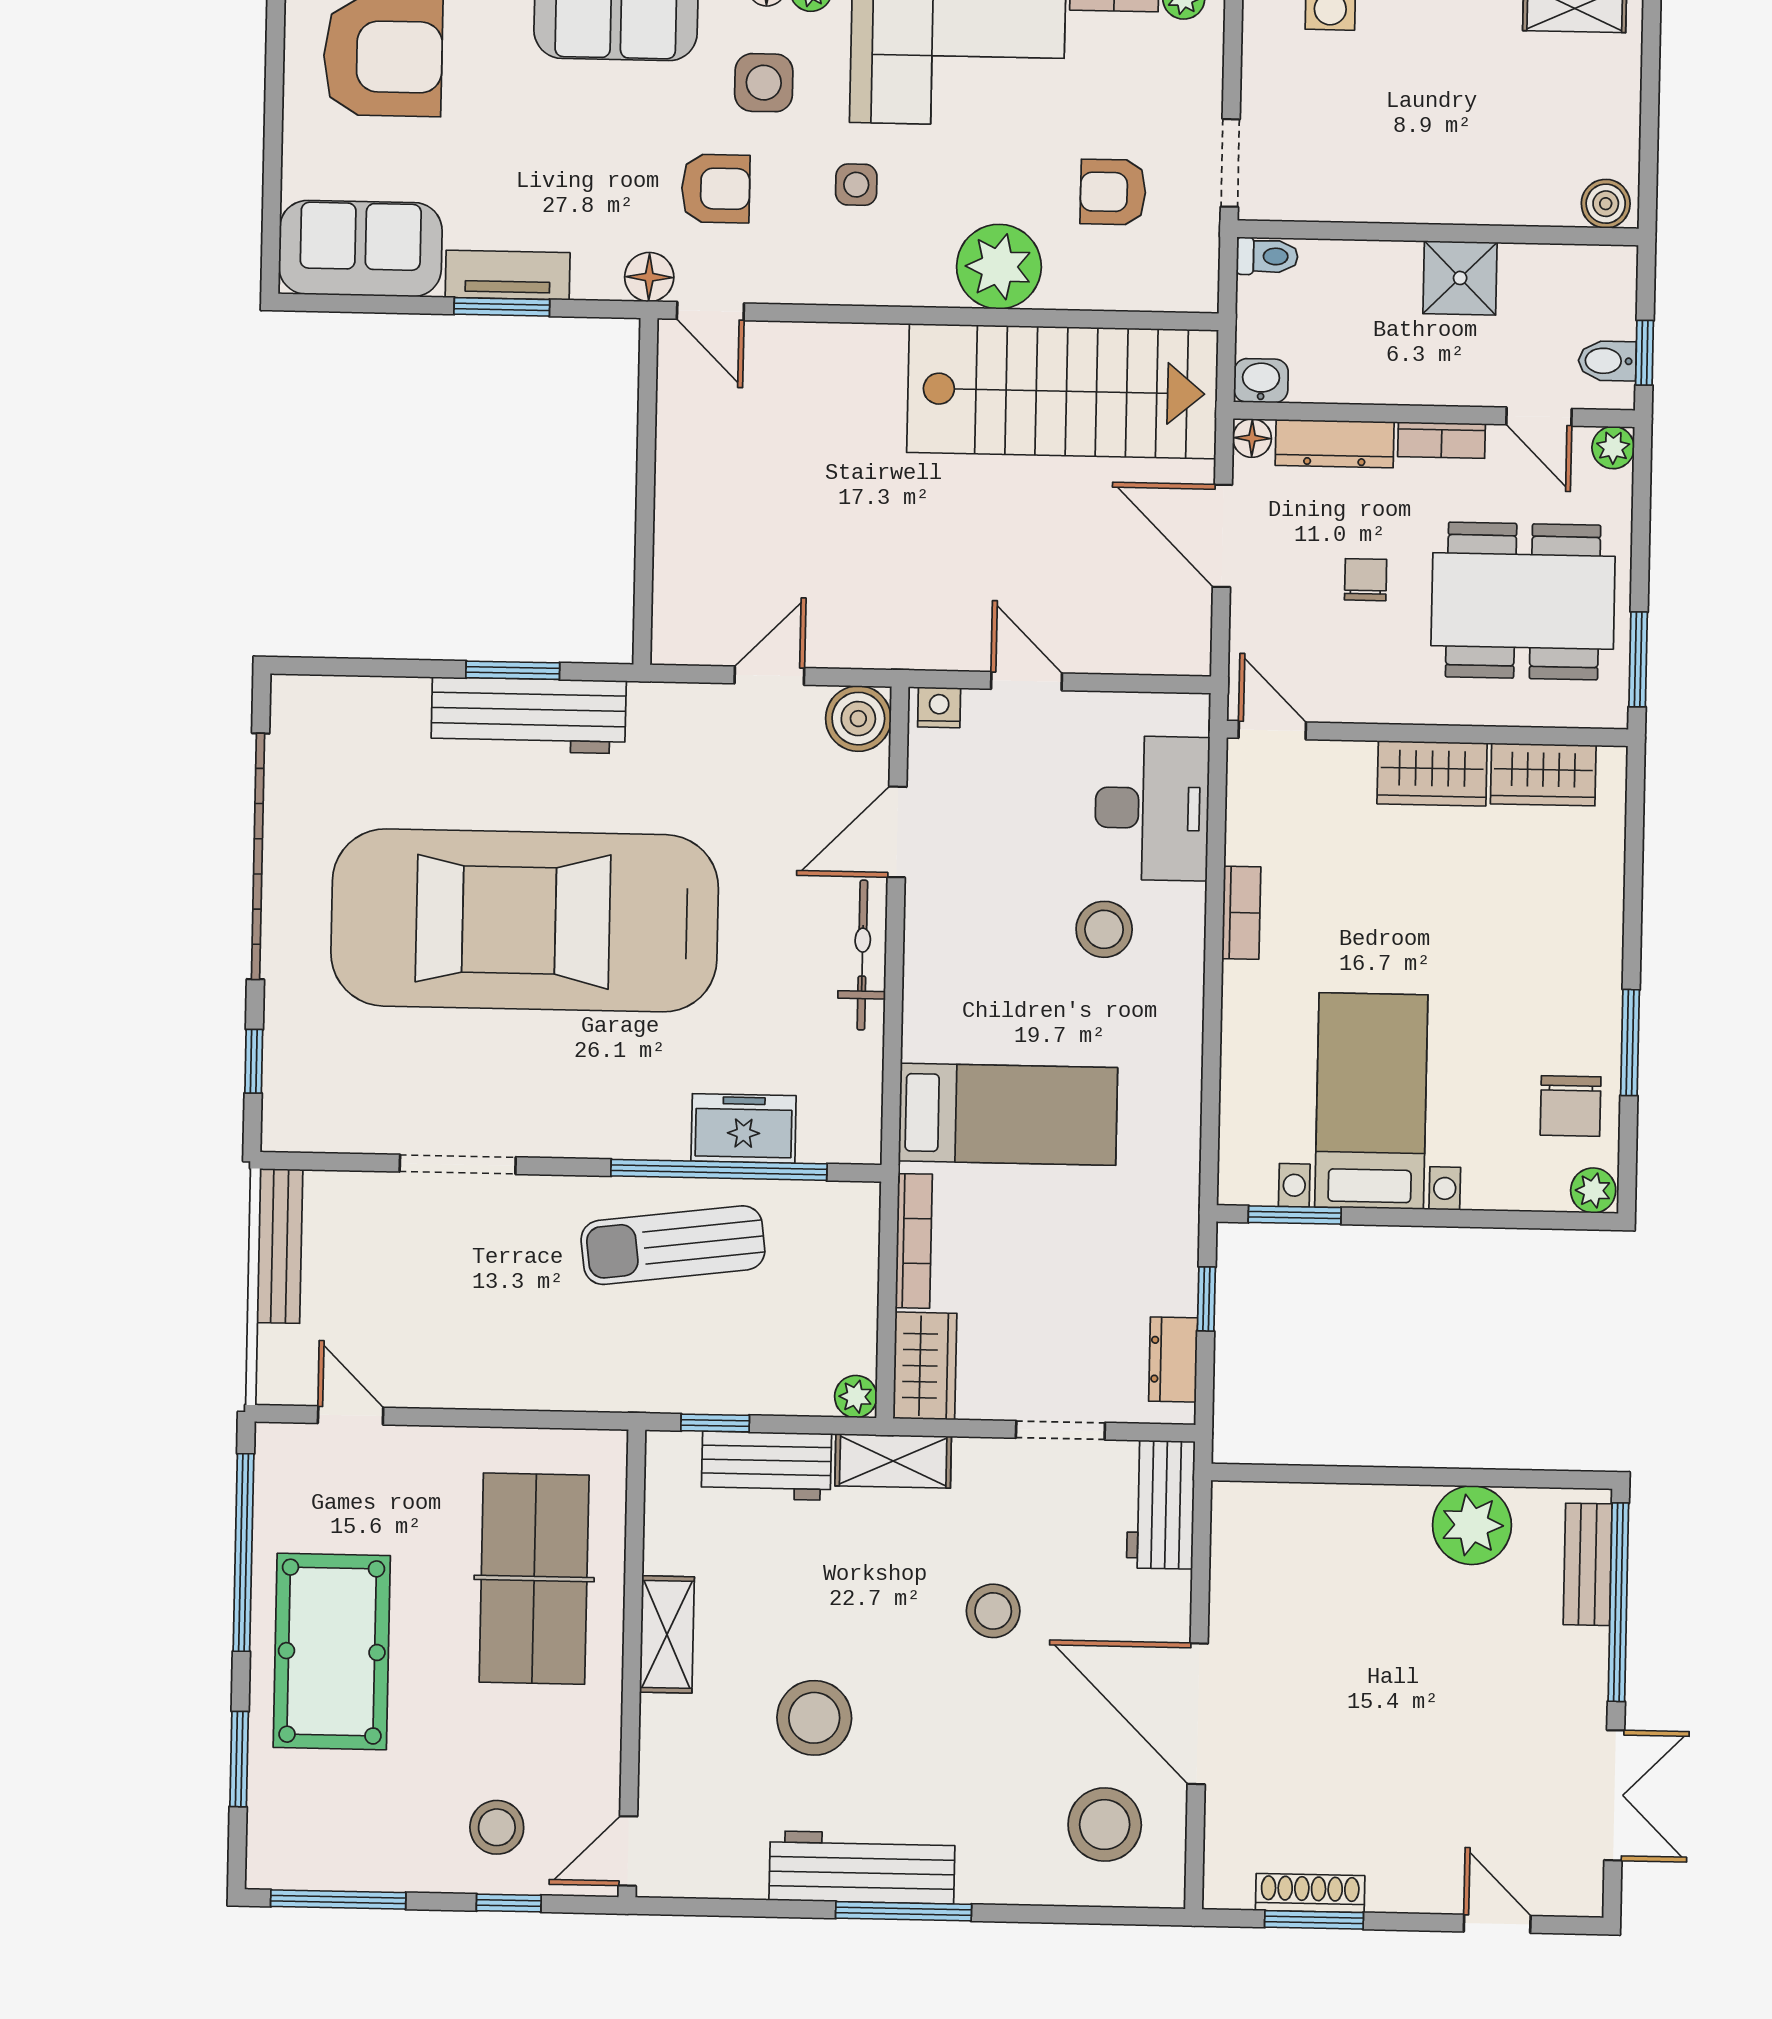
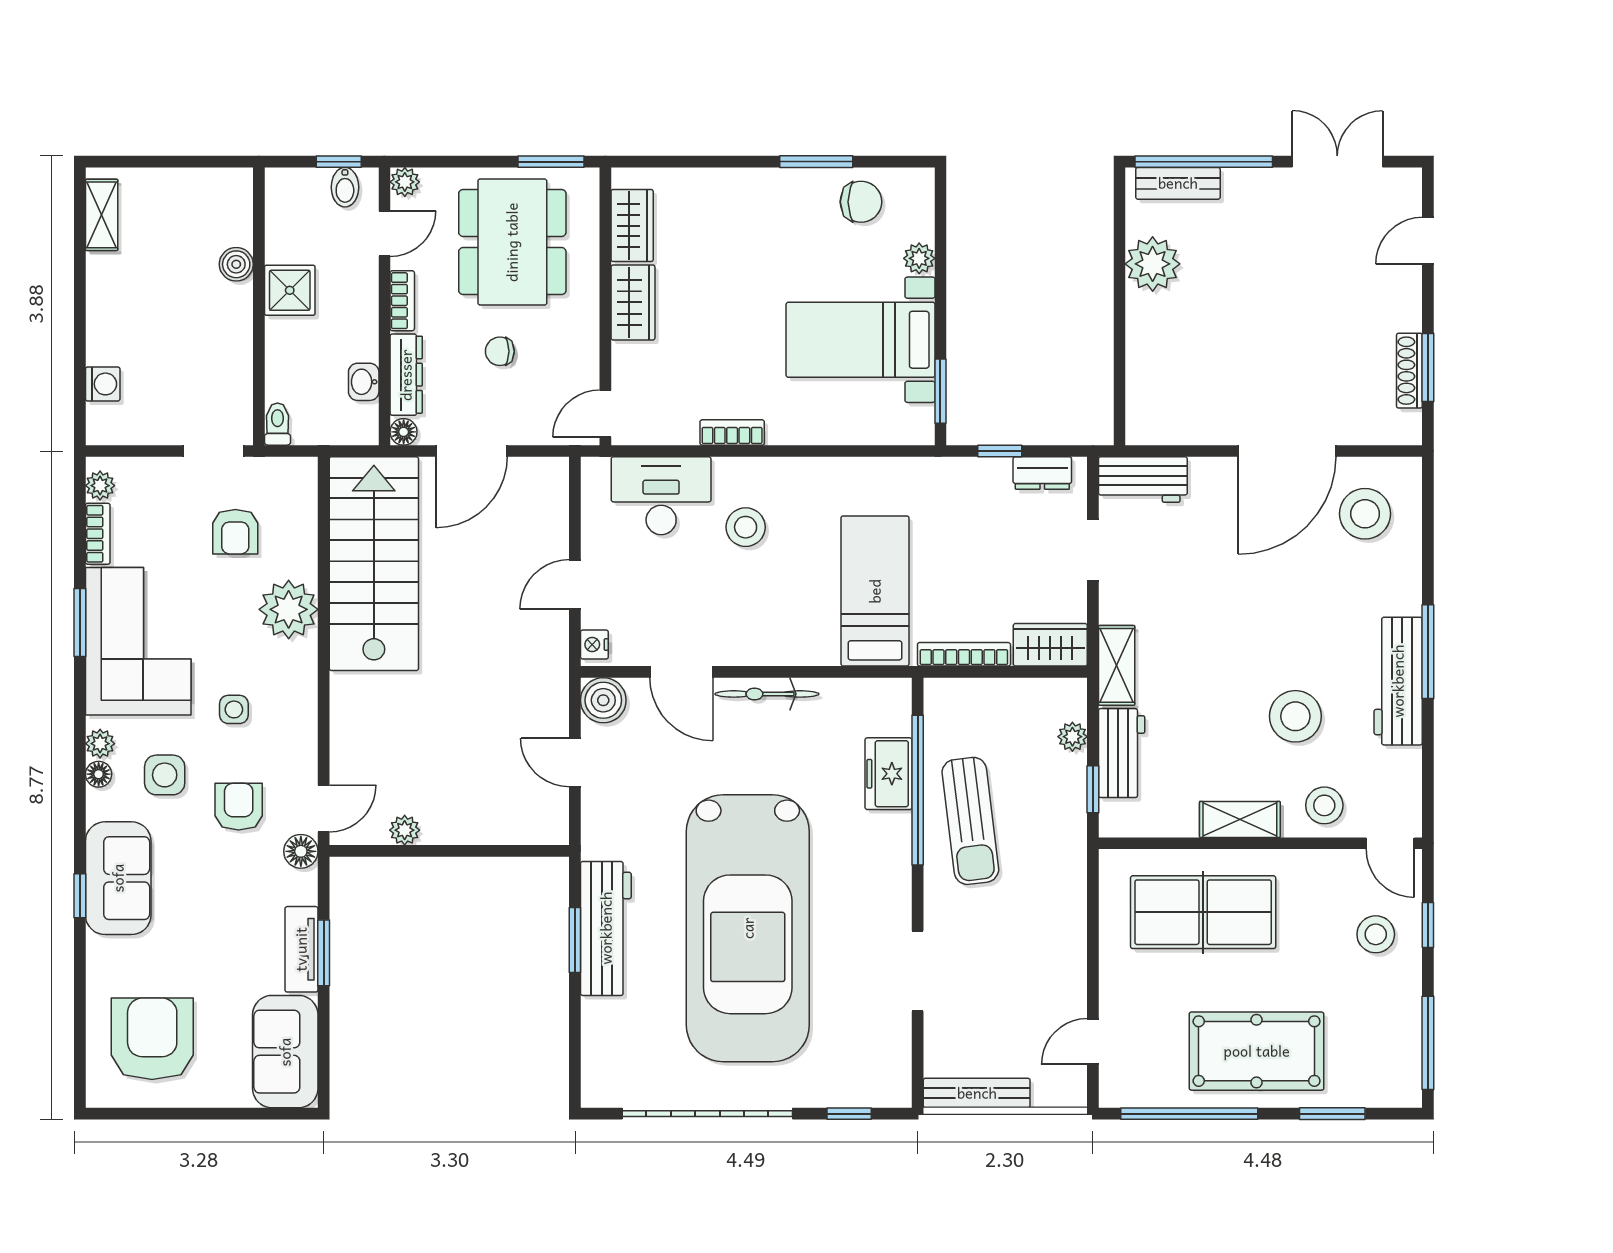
boiler: (1606, 204) -> (236, 264), moved
washbasin: (1261, 381) -> (364, 382), moved
plant: (677, 428) -> (405, 830), added
plant: (1593, 1190) -> (919, 258), moved
plant: (856, 1397) -> (1072, 737), moved
stool: (993, 1611) -> (1324, 805), moved

